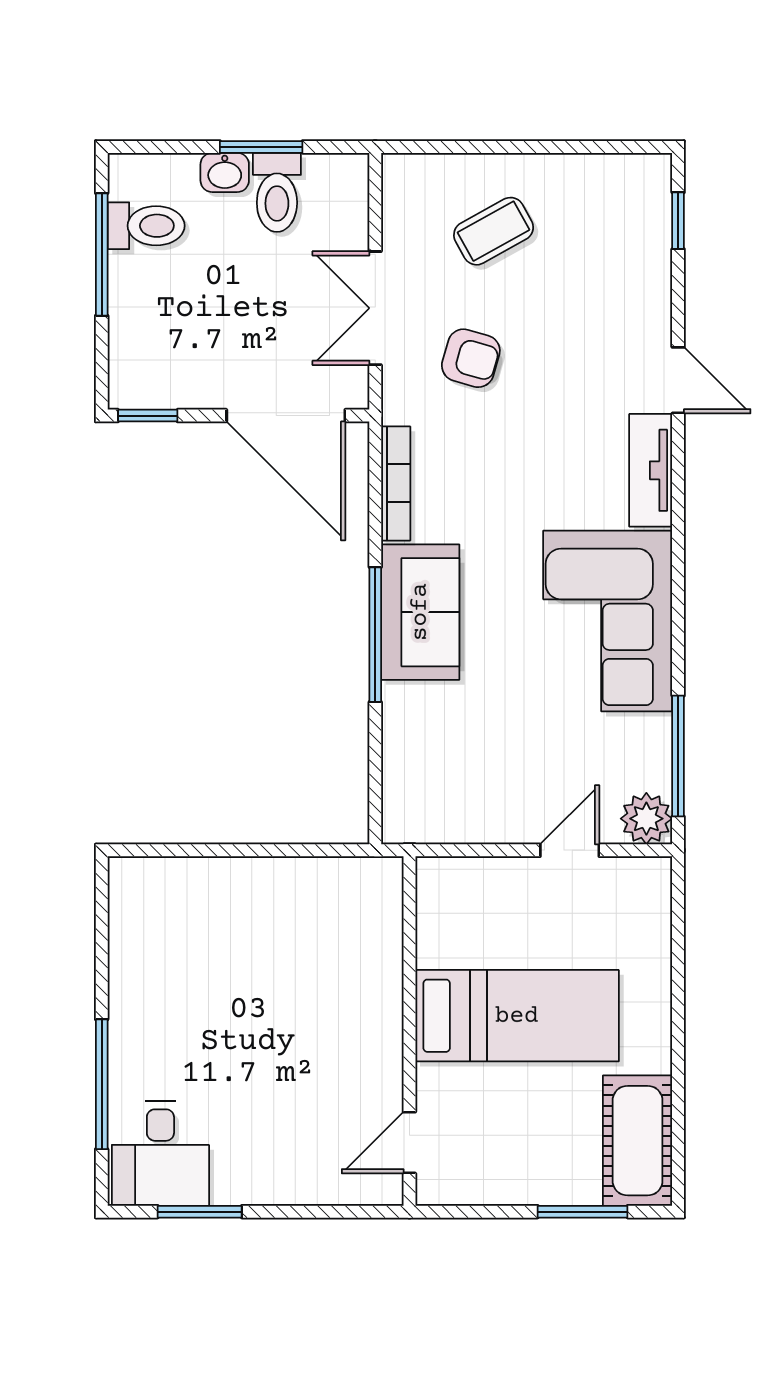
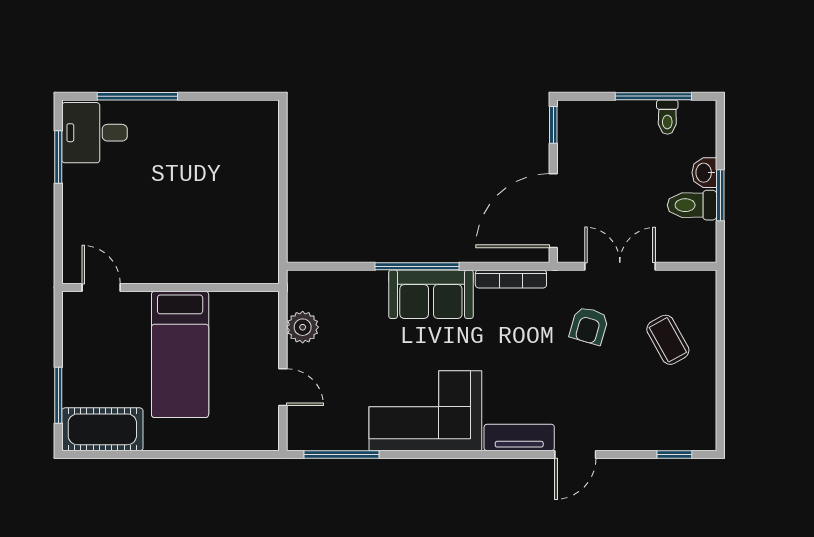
toilet: (146, 226) -> (667, 117), width x0.73, depth x0.72
plant: (646, 819) -> (303, 327), moved

